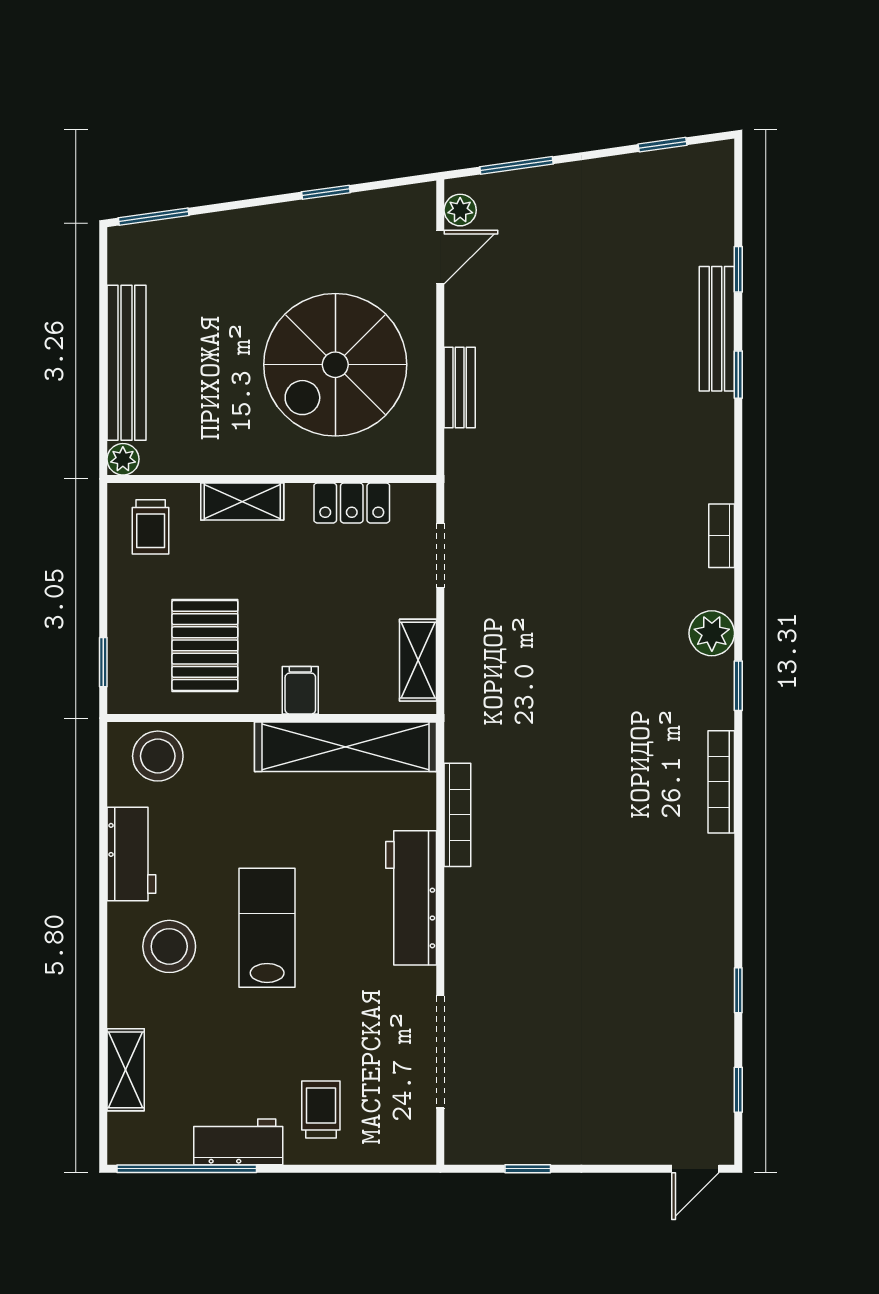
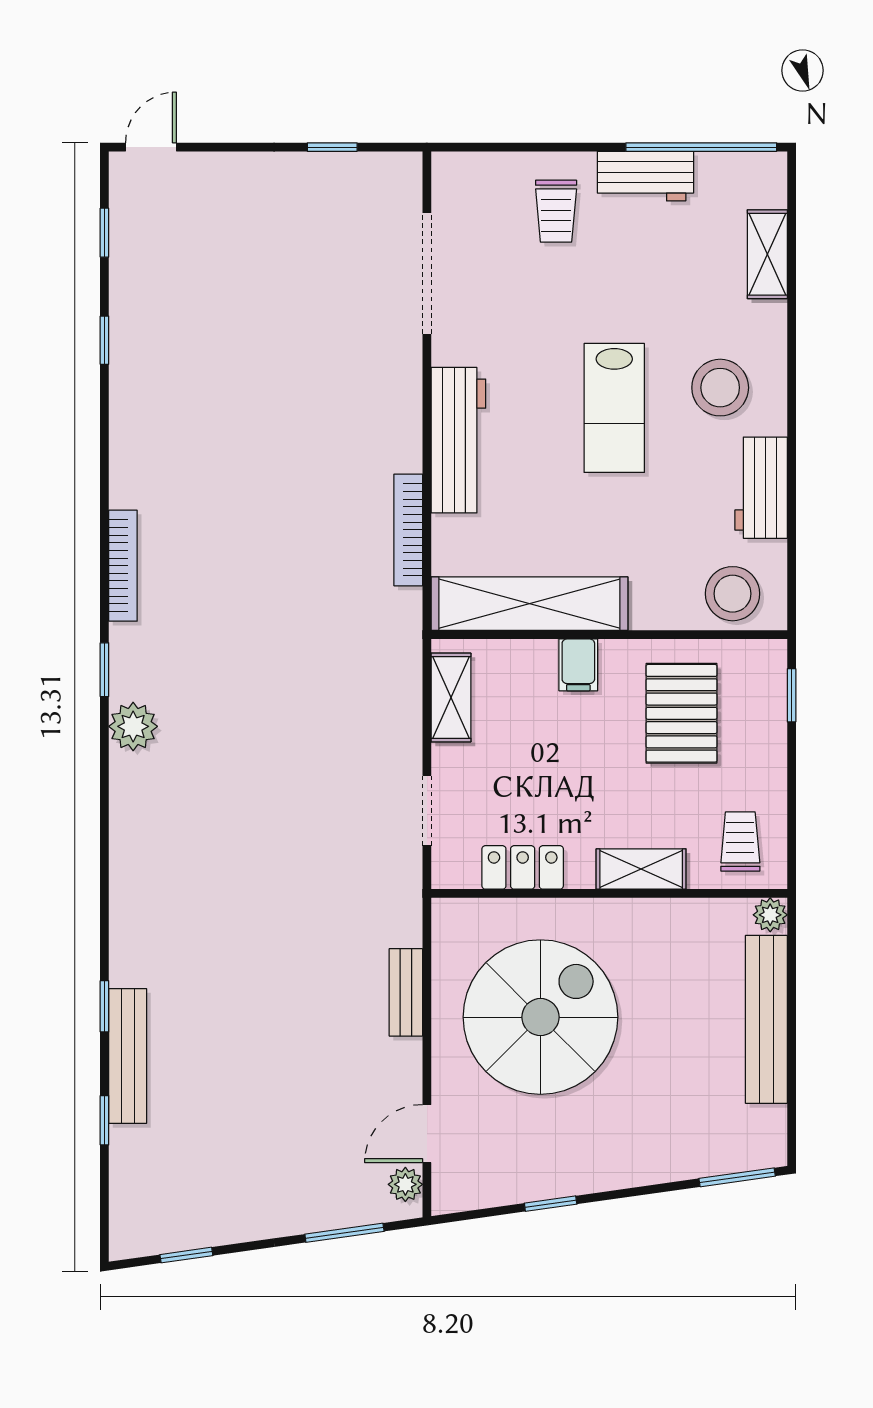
bookcase: (722, 536) -> (123, 832), removed

